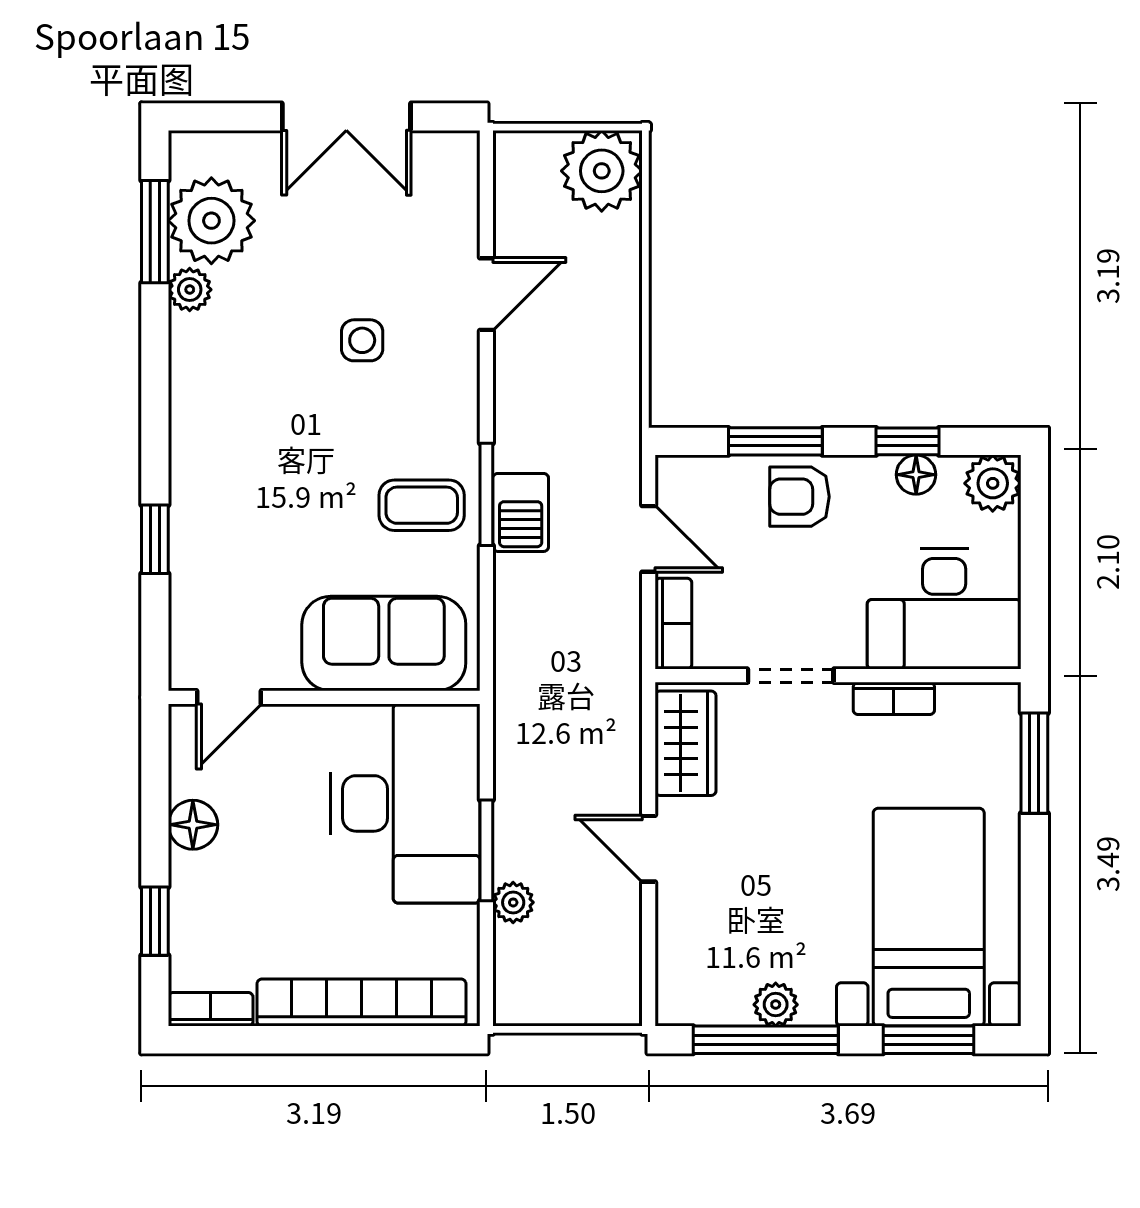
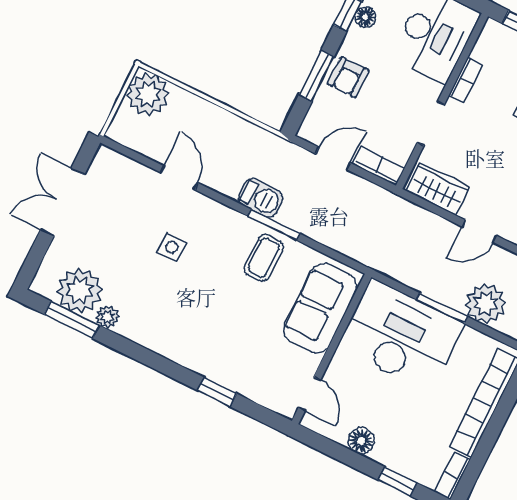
double door: (346, 117) -> (63, 202), swing flipped
barbecue: (521, 512) -> (261, 198), moved
plant: (513, 902) -> (485, 304), width x1.88, depth x1.88

